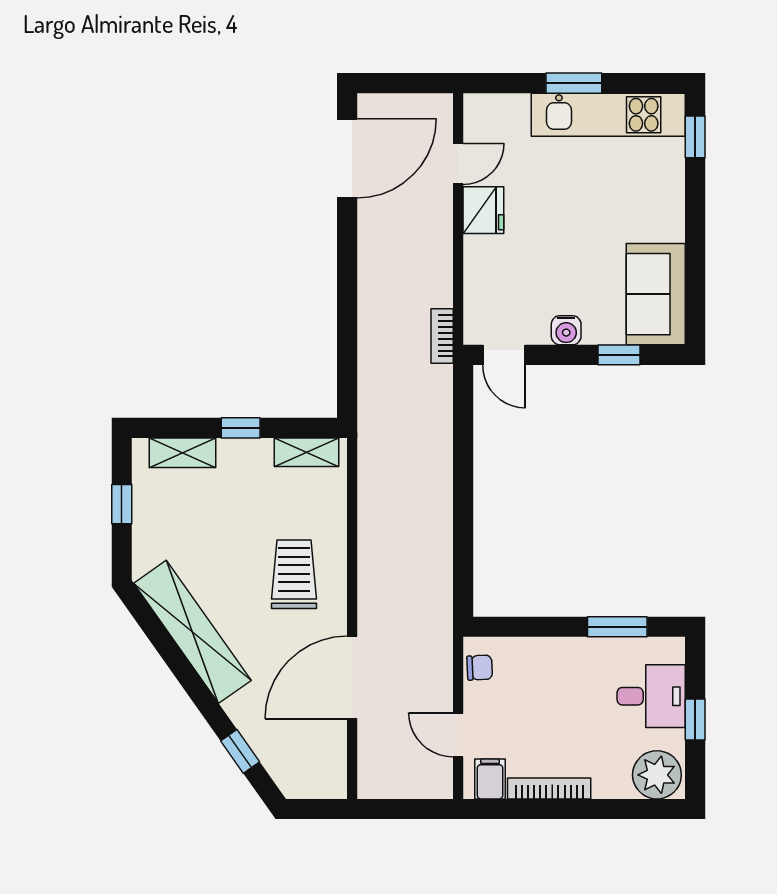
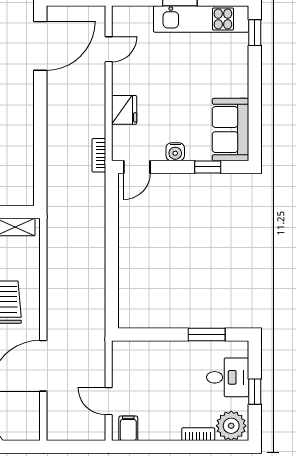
fridge: (483, 210) -> (124, 110), moved
door: (504, 355) -> (137, 167), hinge flipped
chair: (480, 668) -> (122, 360), removed
bookcase: (549, 788) -> (198, 434), moved, width x0.64

